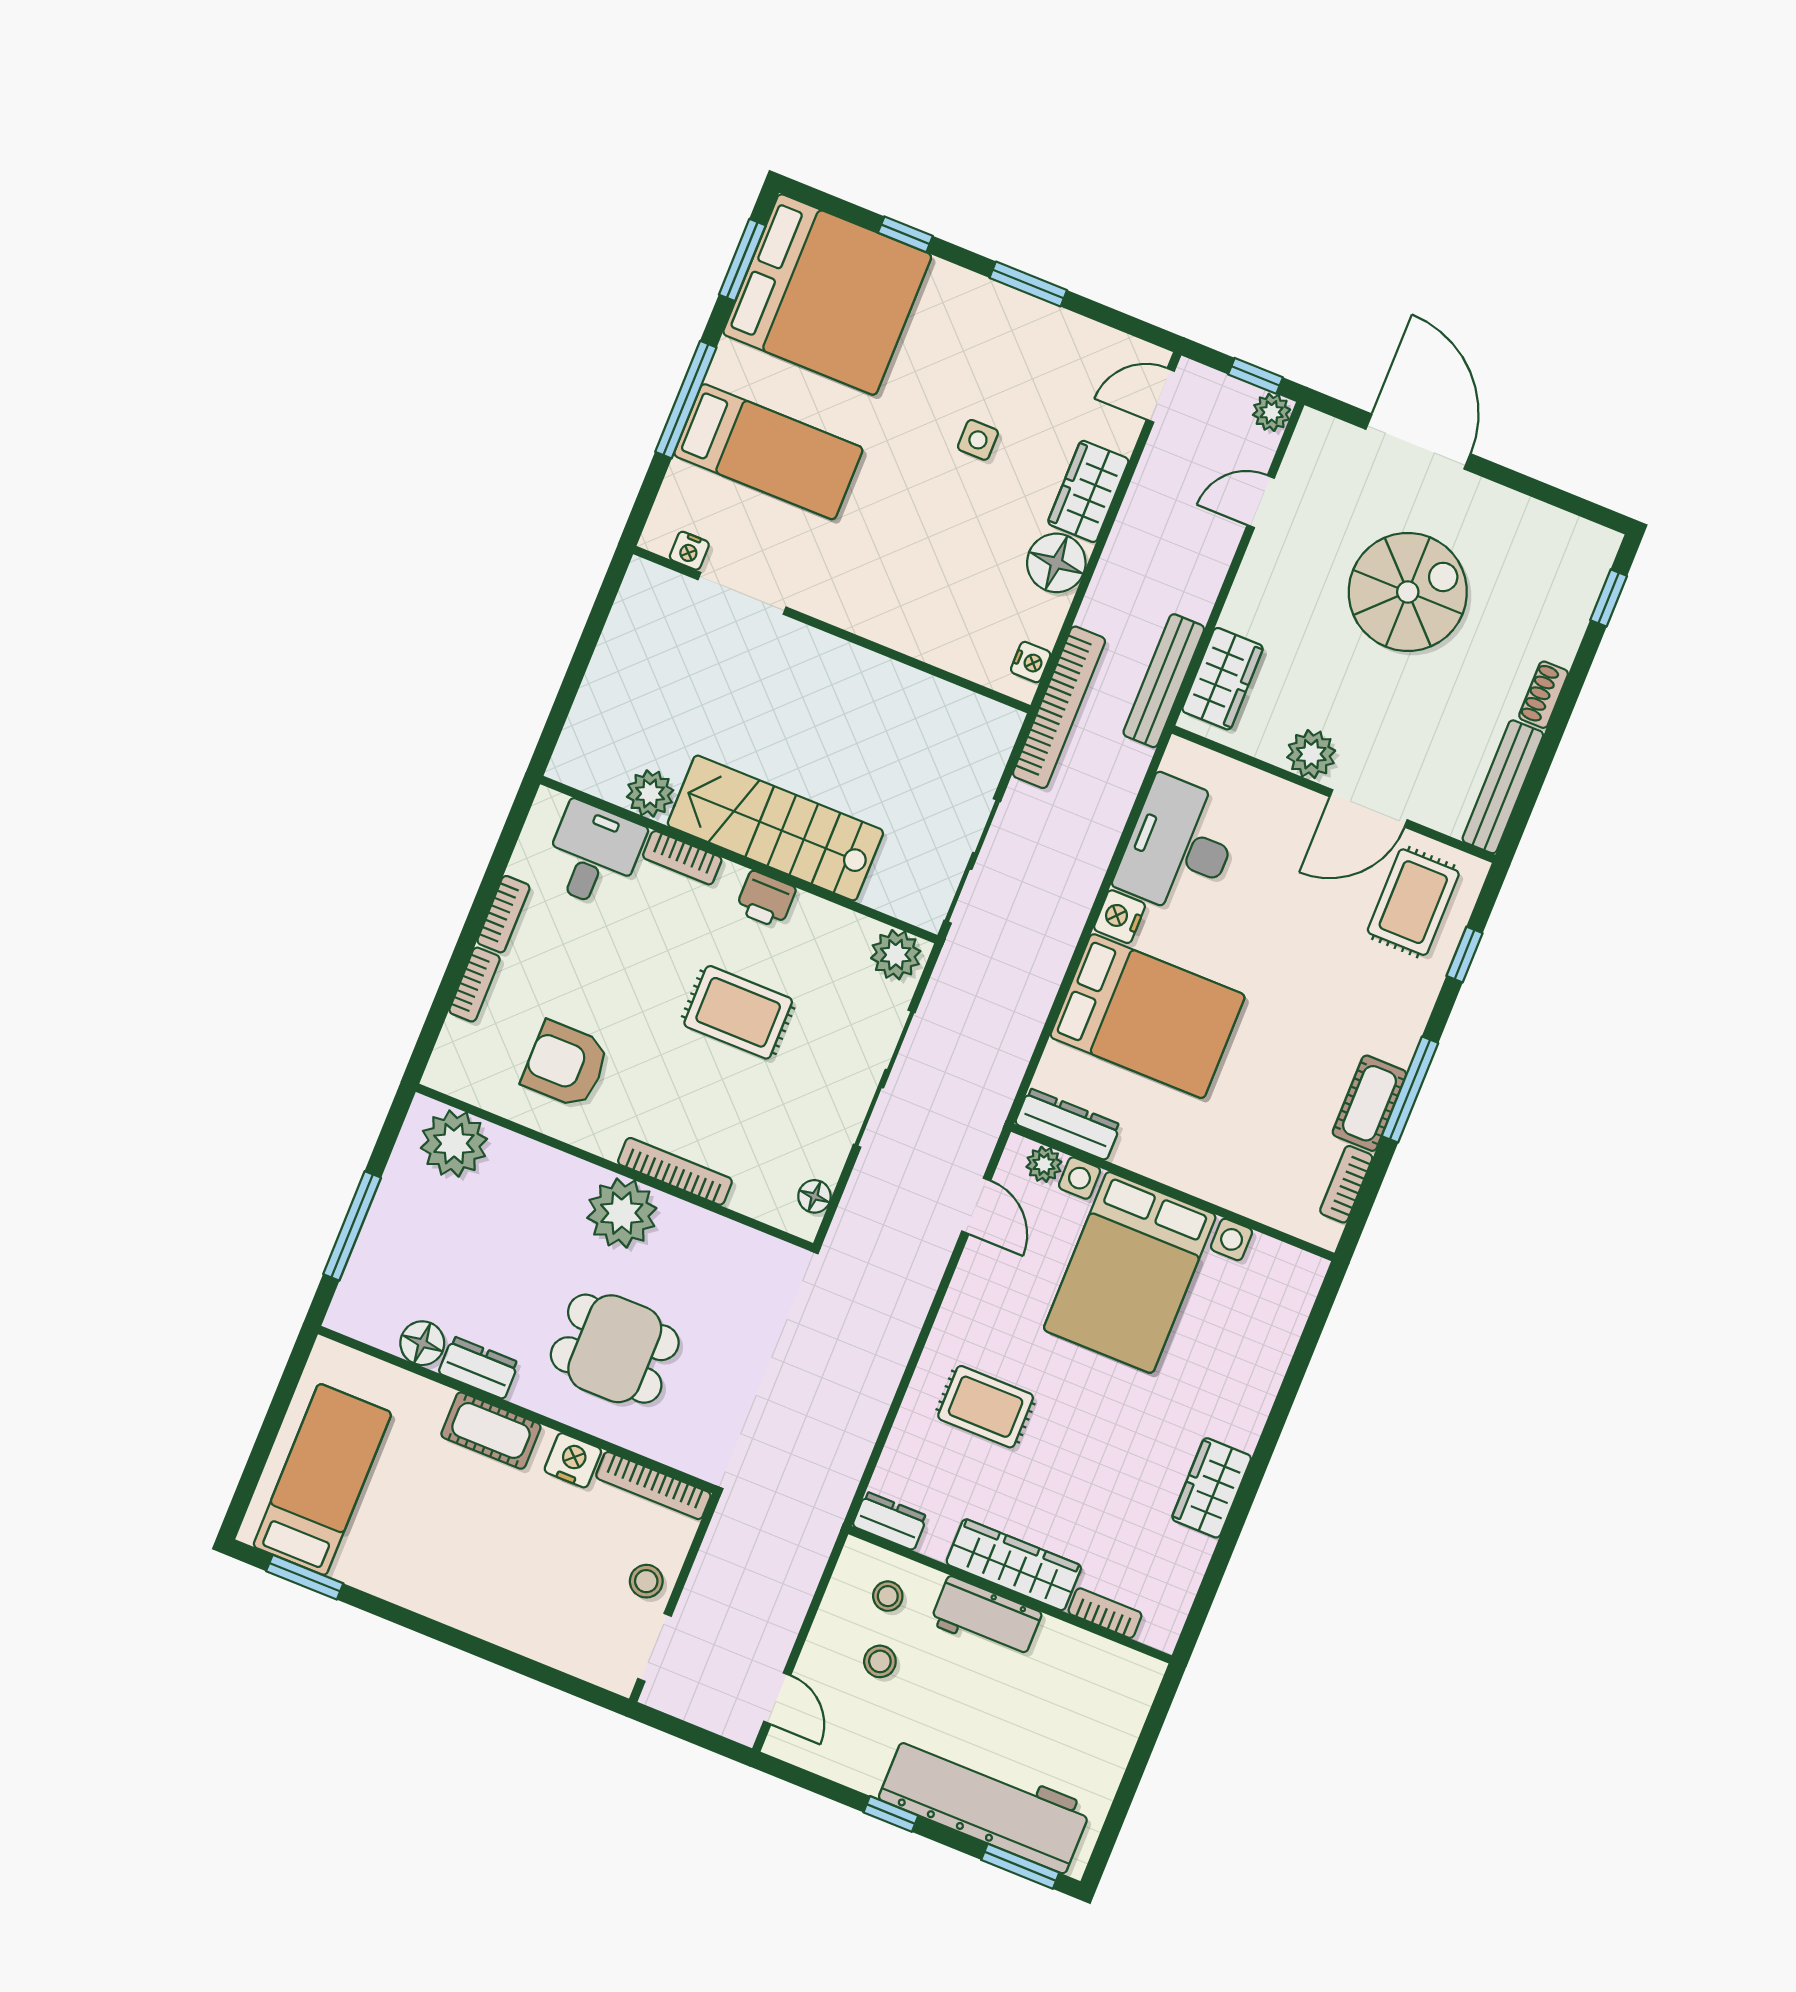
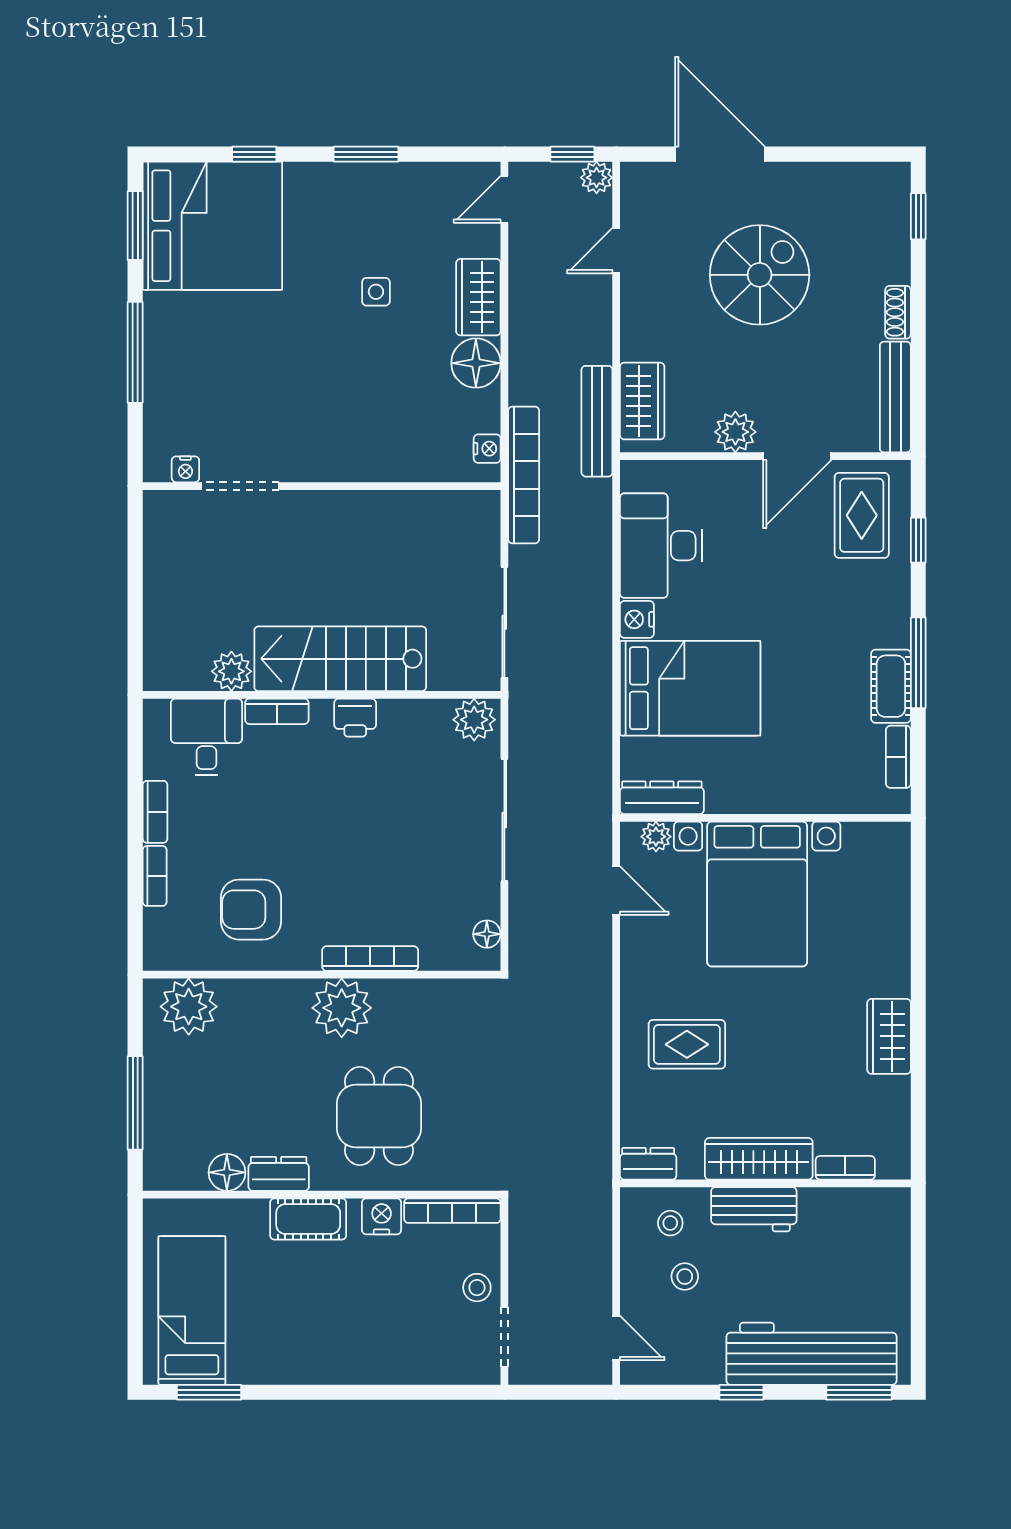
bed: (768, 452) -> (216, 367), removed
rug: (738, 1012) -> (369, 814), removed
dining table: (615, 1349) -> (379, 1116), turned 90

